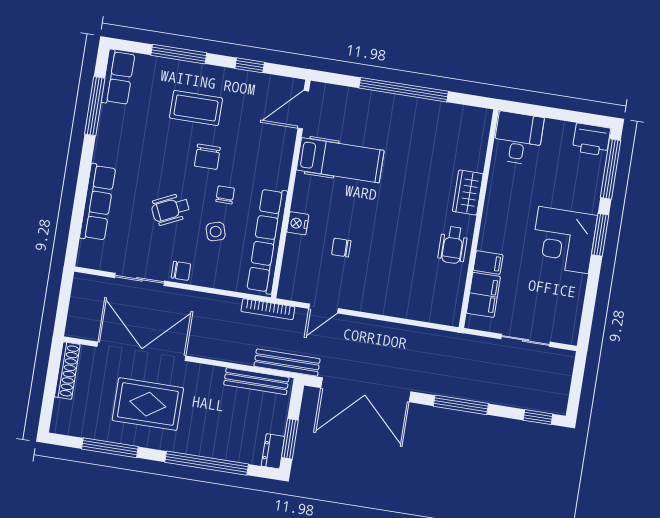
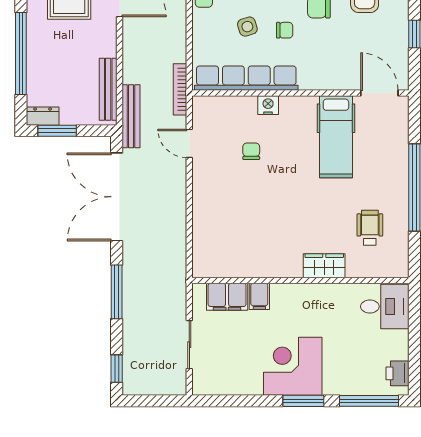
printer: (591, 139) -> (398, 373), width x0.73, depth x0.81
wheelchair: (453, 245) -> (370, 228), moved, turned 90

